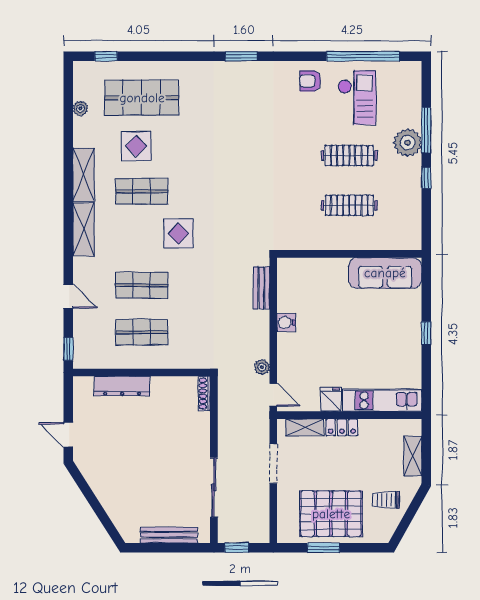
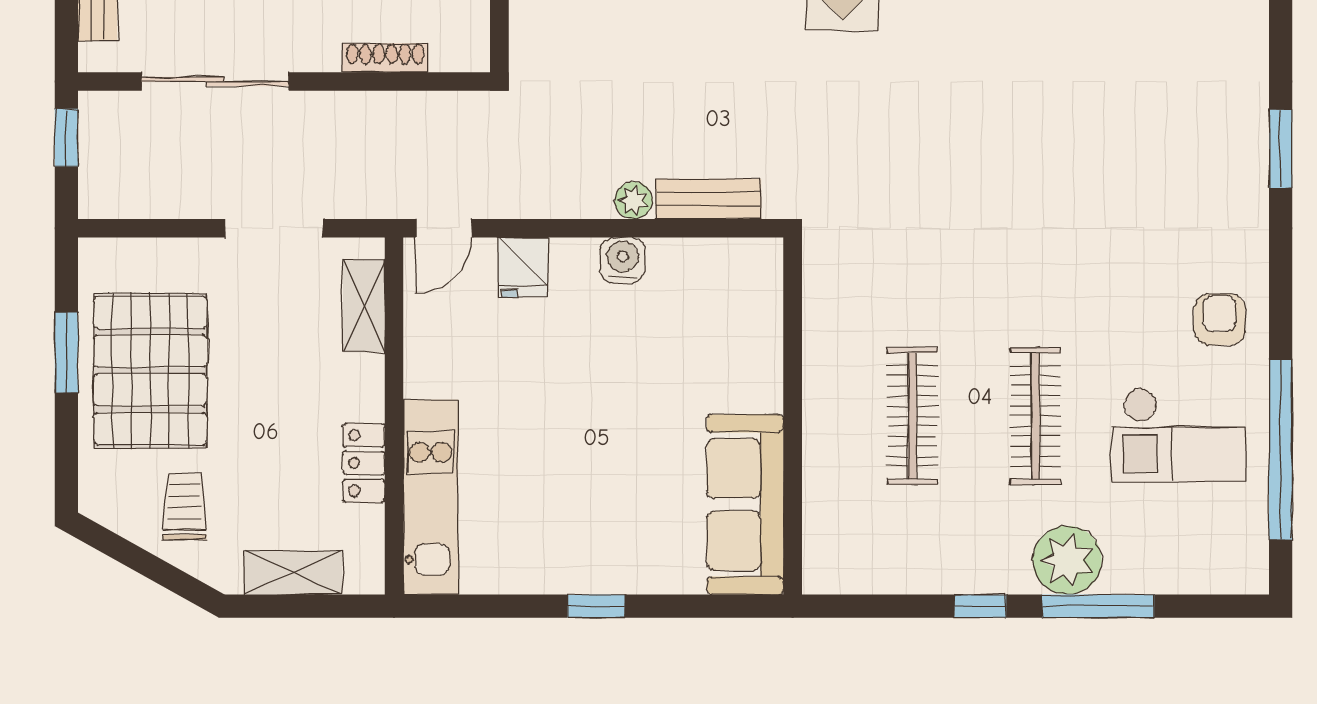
plant: (262, 367) -> (634, 200), moved
shoe rack: (204, 394) -> (385, 58), moved
fridge: (331, 399) -> (523, 267), moved, turned 90
locker: (342, 427) -> (364, 463), moved

